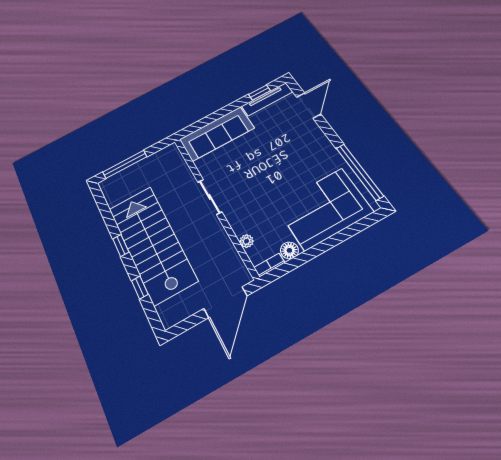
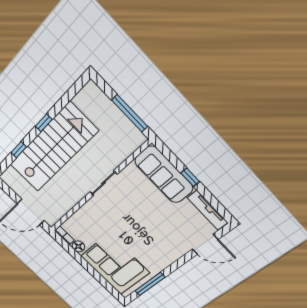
window: (260, 93) -> (190, 177), moved
window: (125, 164) -> (130, 113), moved
window: (359, 172) -> (150, 284), width x0.68
plant: (247, 241) -> (76, 218), removed

